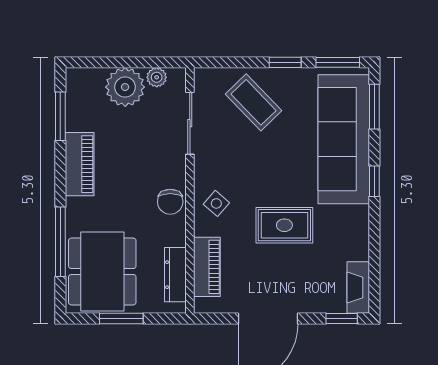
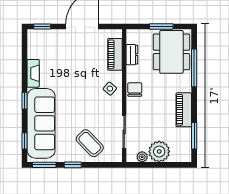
window: (374, 107) -> (24, 141), width x0.67
rug: (284, 225) -> (73, 77), removed
dresser: (175, 275) -> (132, 55), width x0.70
fireplace: (358, 288) -> (33, 73), moved

